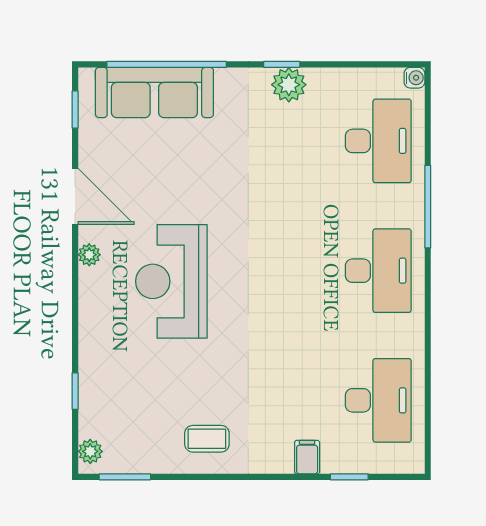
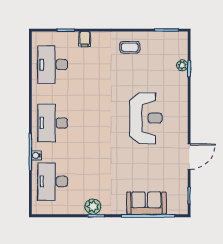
water cooler: (414, 78) -> (36, 155), moved
sofa: (154, 92) -> (146, 203), width x0.73
door: (75, 196) -> (189, 156), swing flipped
plant: (89, 255) -> (183, 130), removed
plant: (90, 451) -> (182, 65), moved

